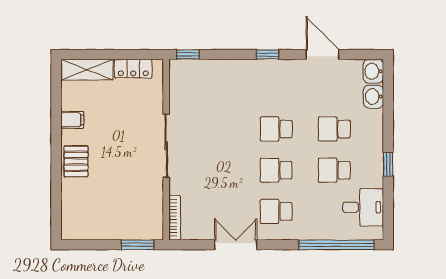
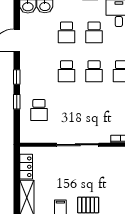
window: (188, 54) -> (17, 102), moved
school desk: (218, 88) -> (39, 110), added

